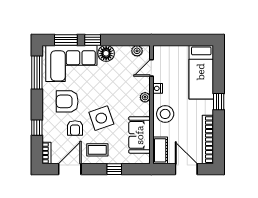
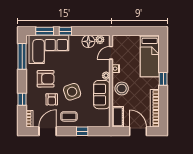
floor lamp: (106, 53) -> (88, 41), moved
armchair: (67, 101) -> (46, 79), turned 180
sofa: (140, 135) -> (102, 95), moved

